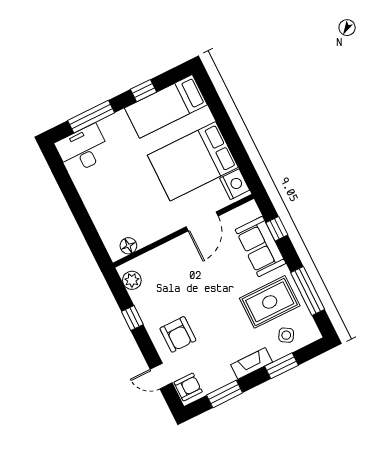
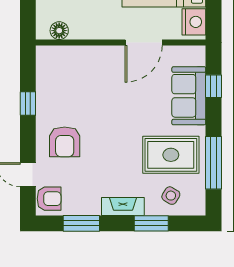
plant: (132, 280) -> (46, 66), removed

